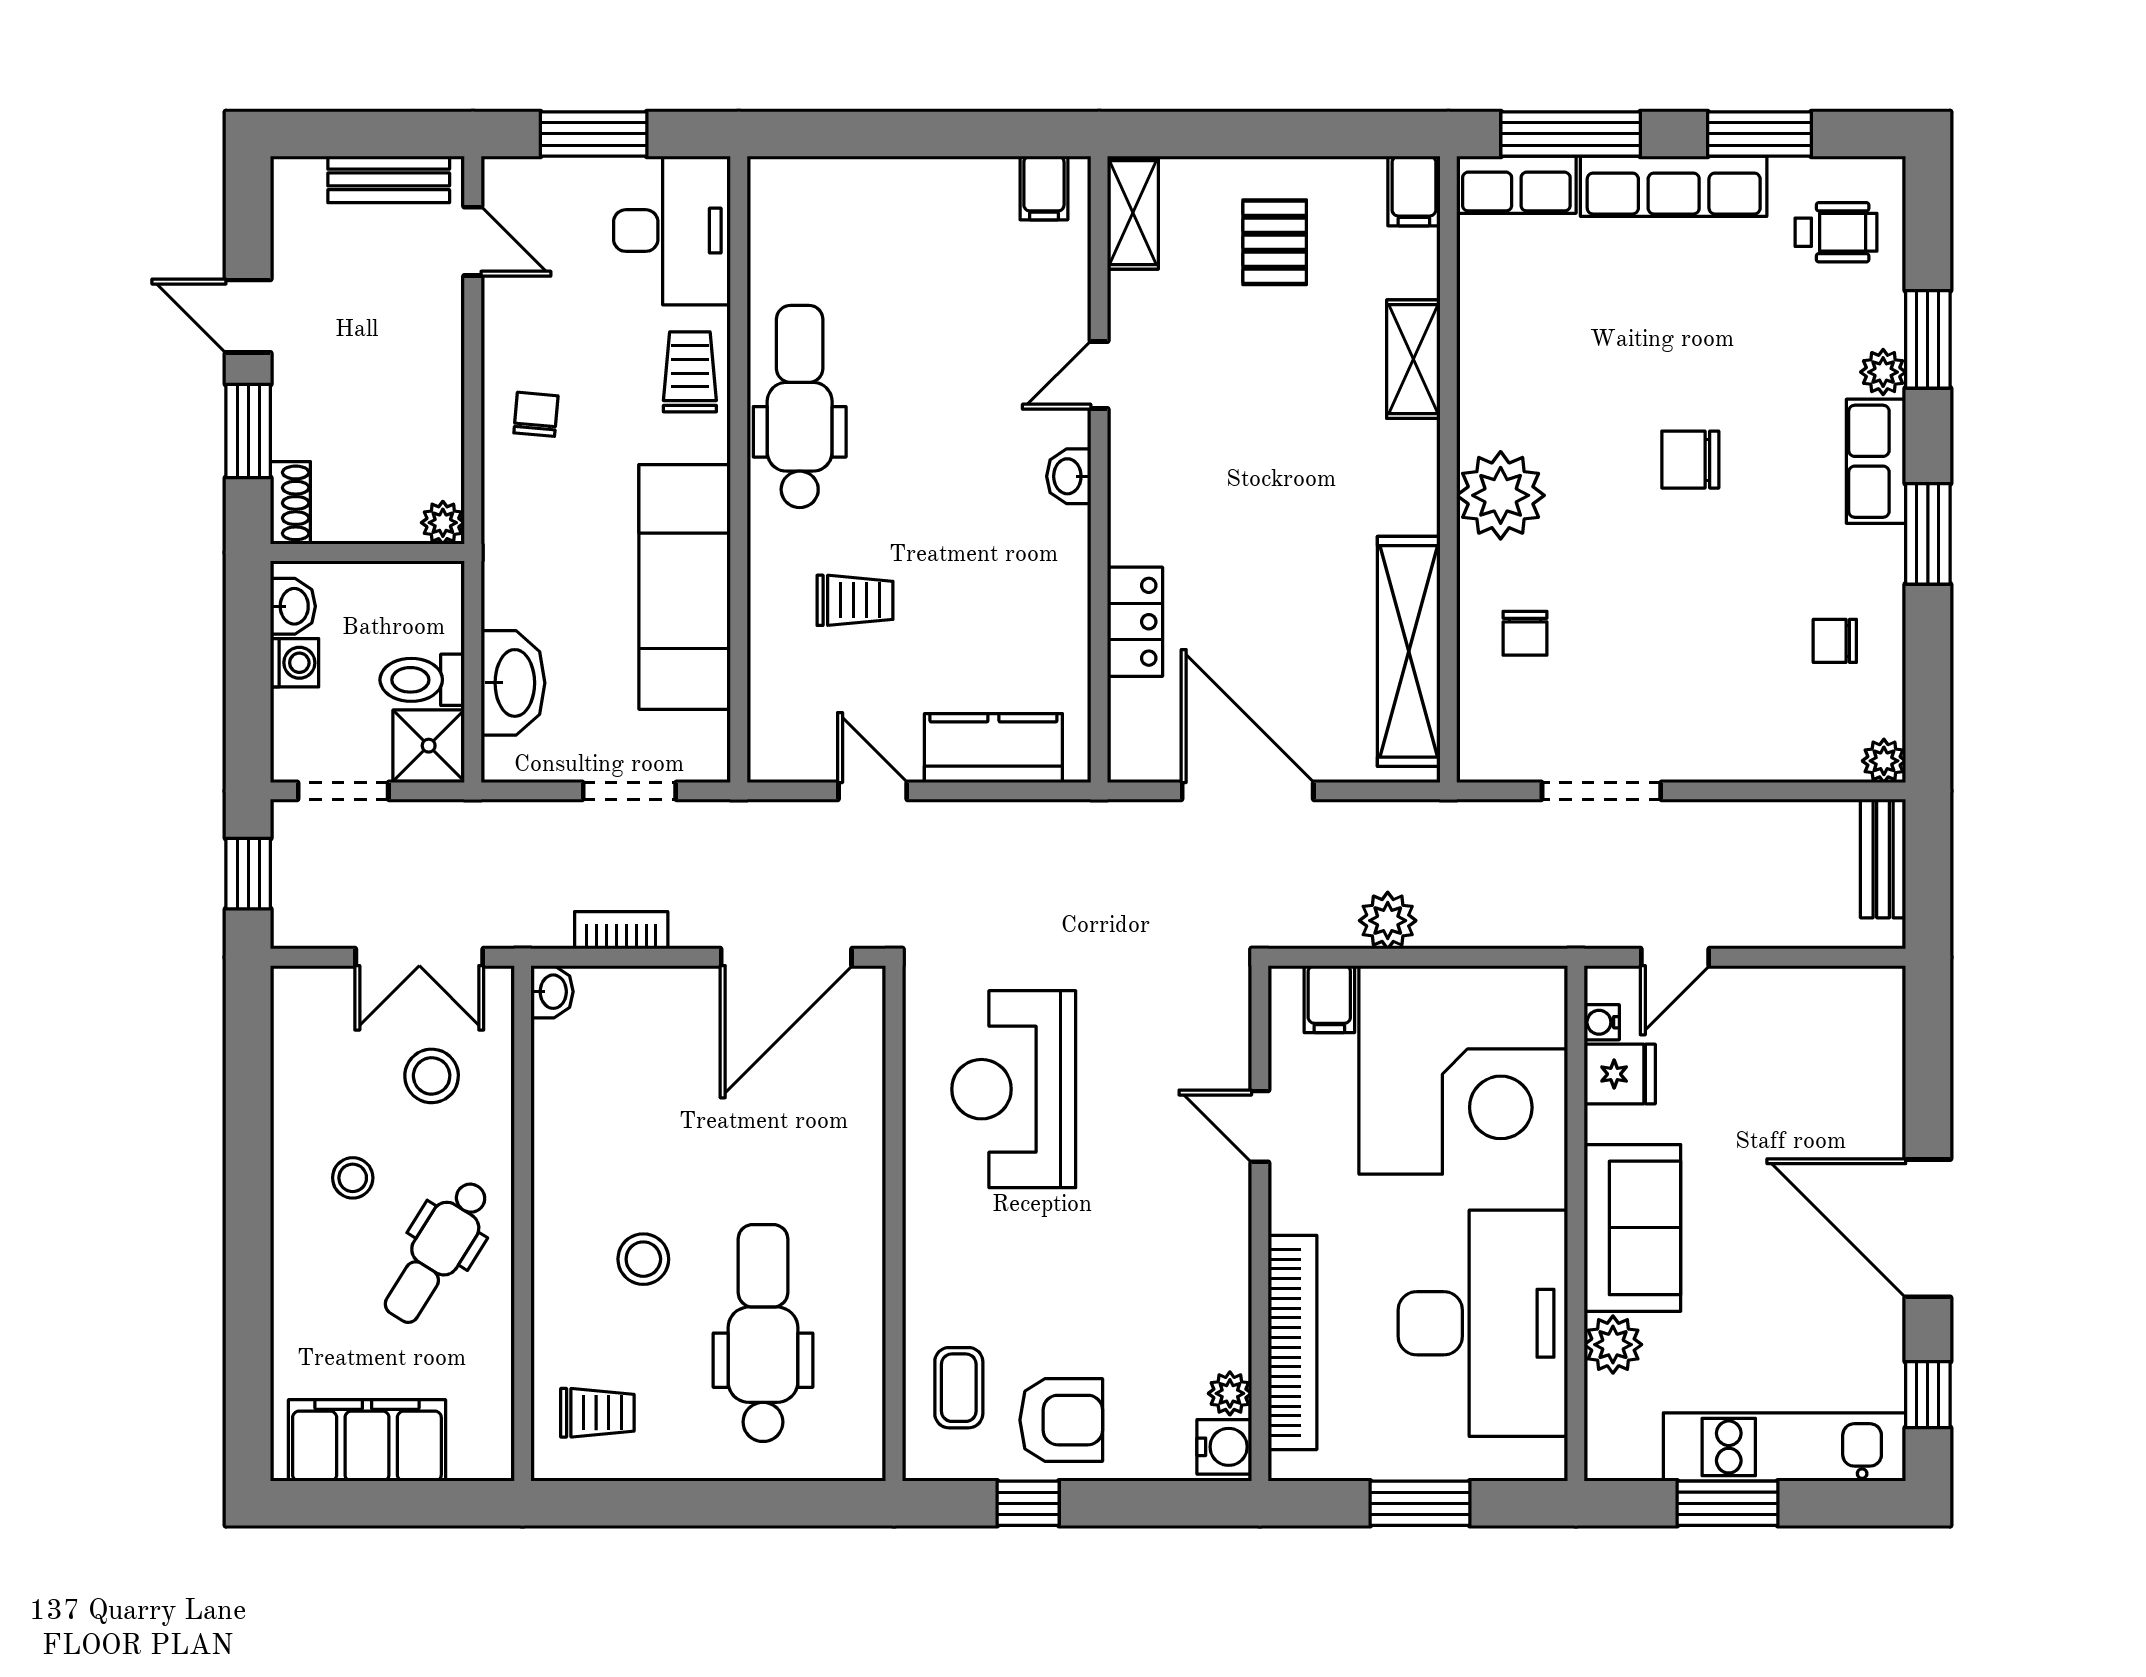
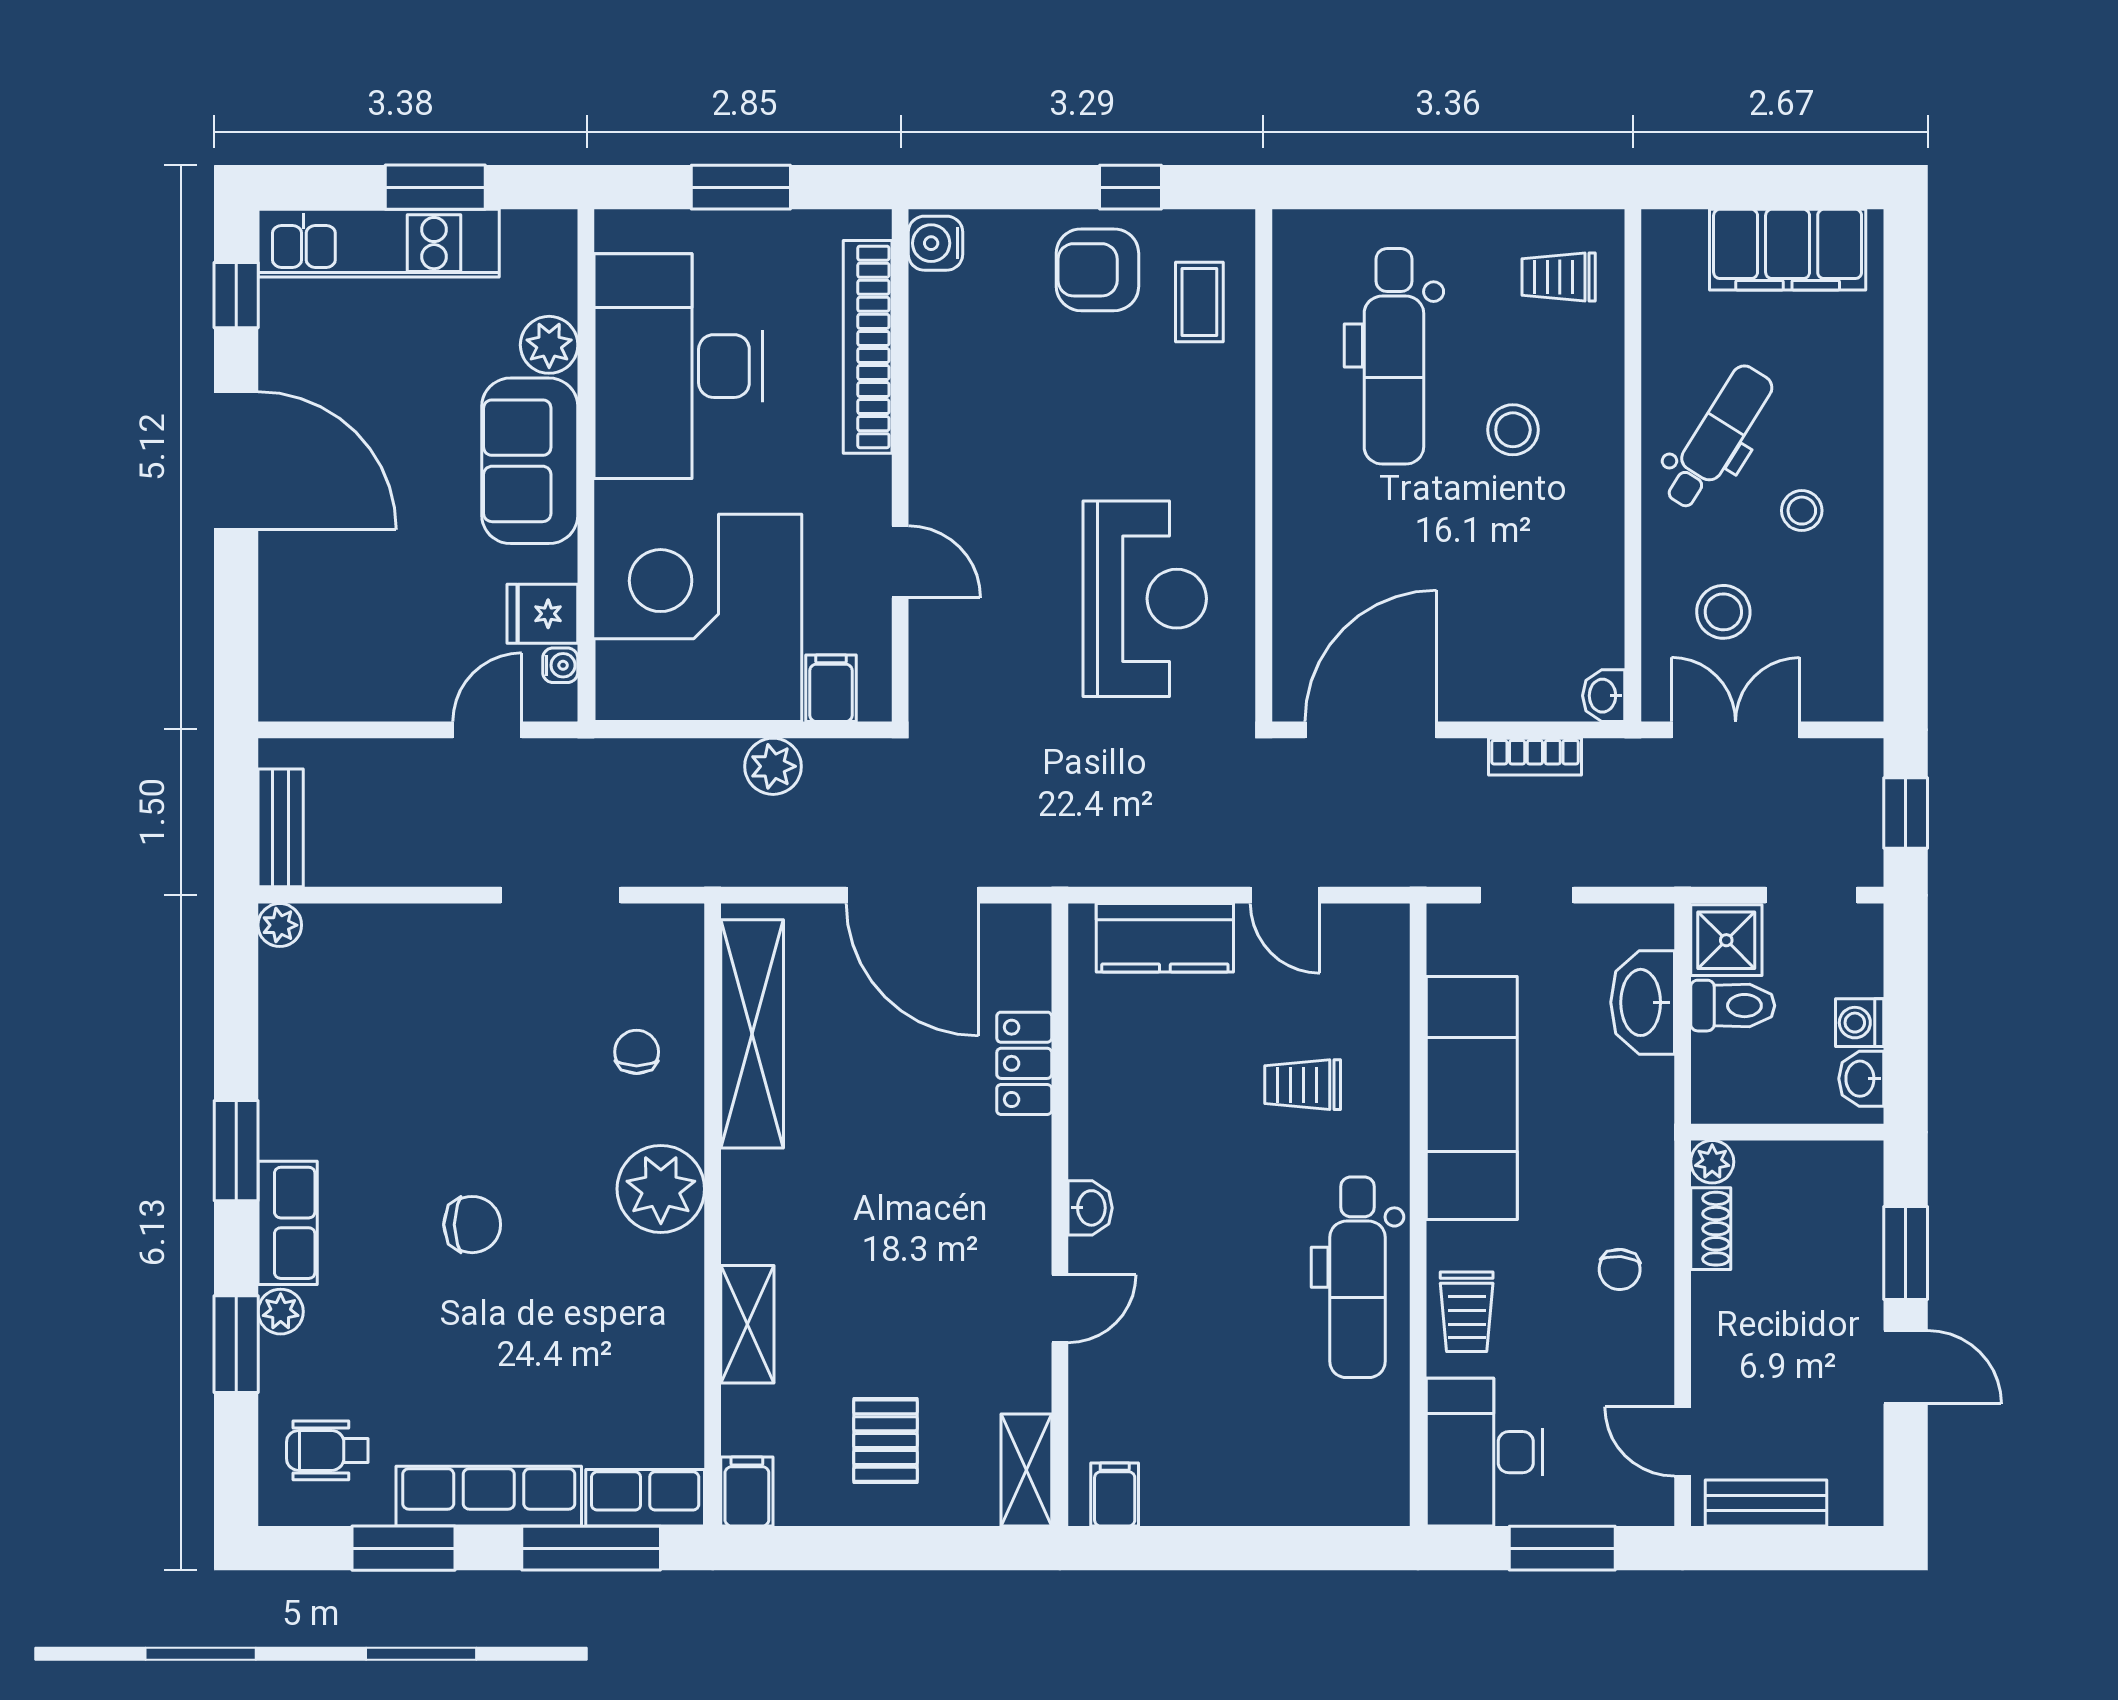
shoe rack: (290, 503) -> (1711, 1229), moved, turned 180
chair: (1835, 641) -> (329, 1044), removed
plant: (1230, 1393) -> (930, 296), removed

